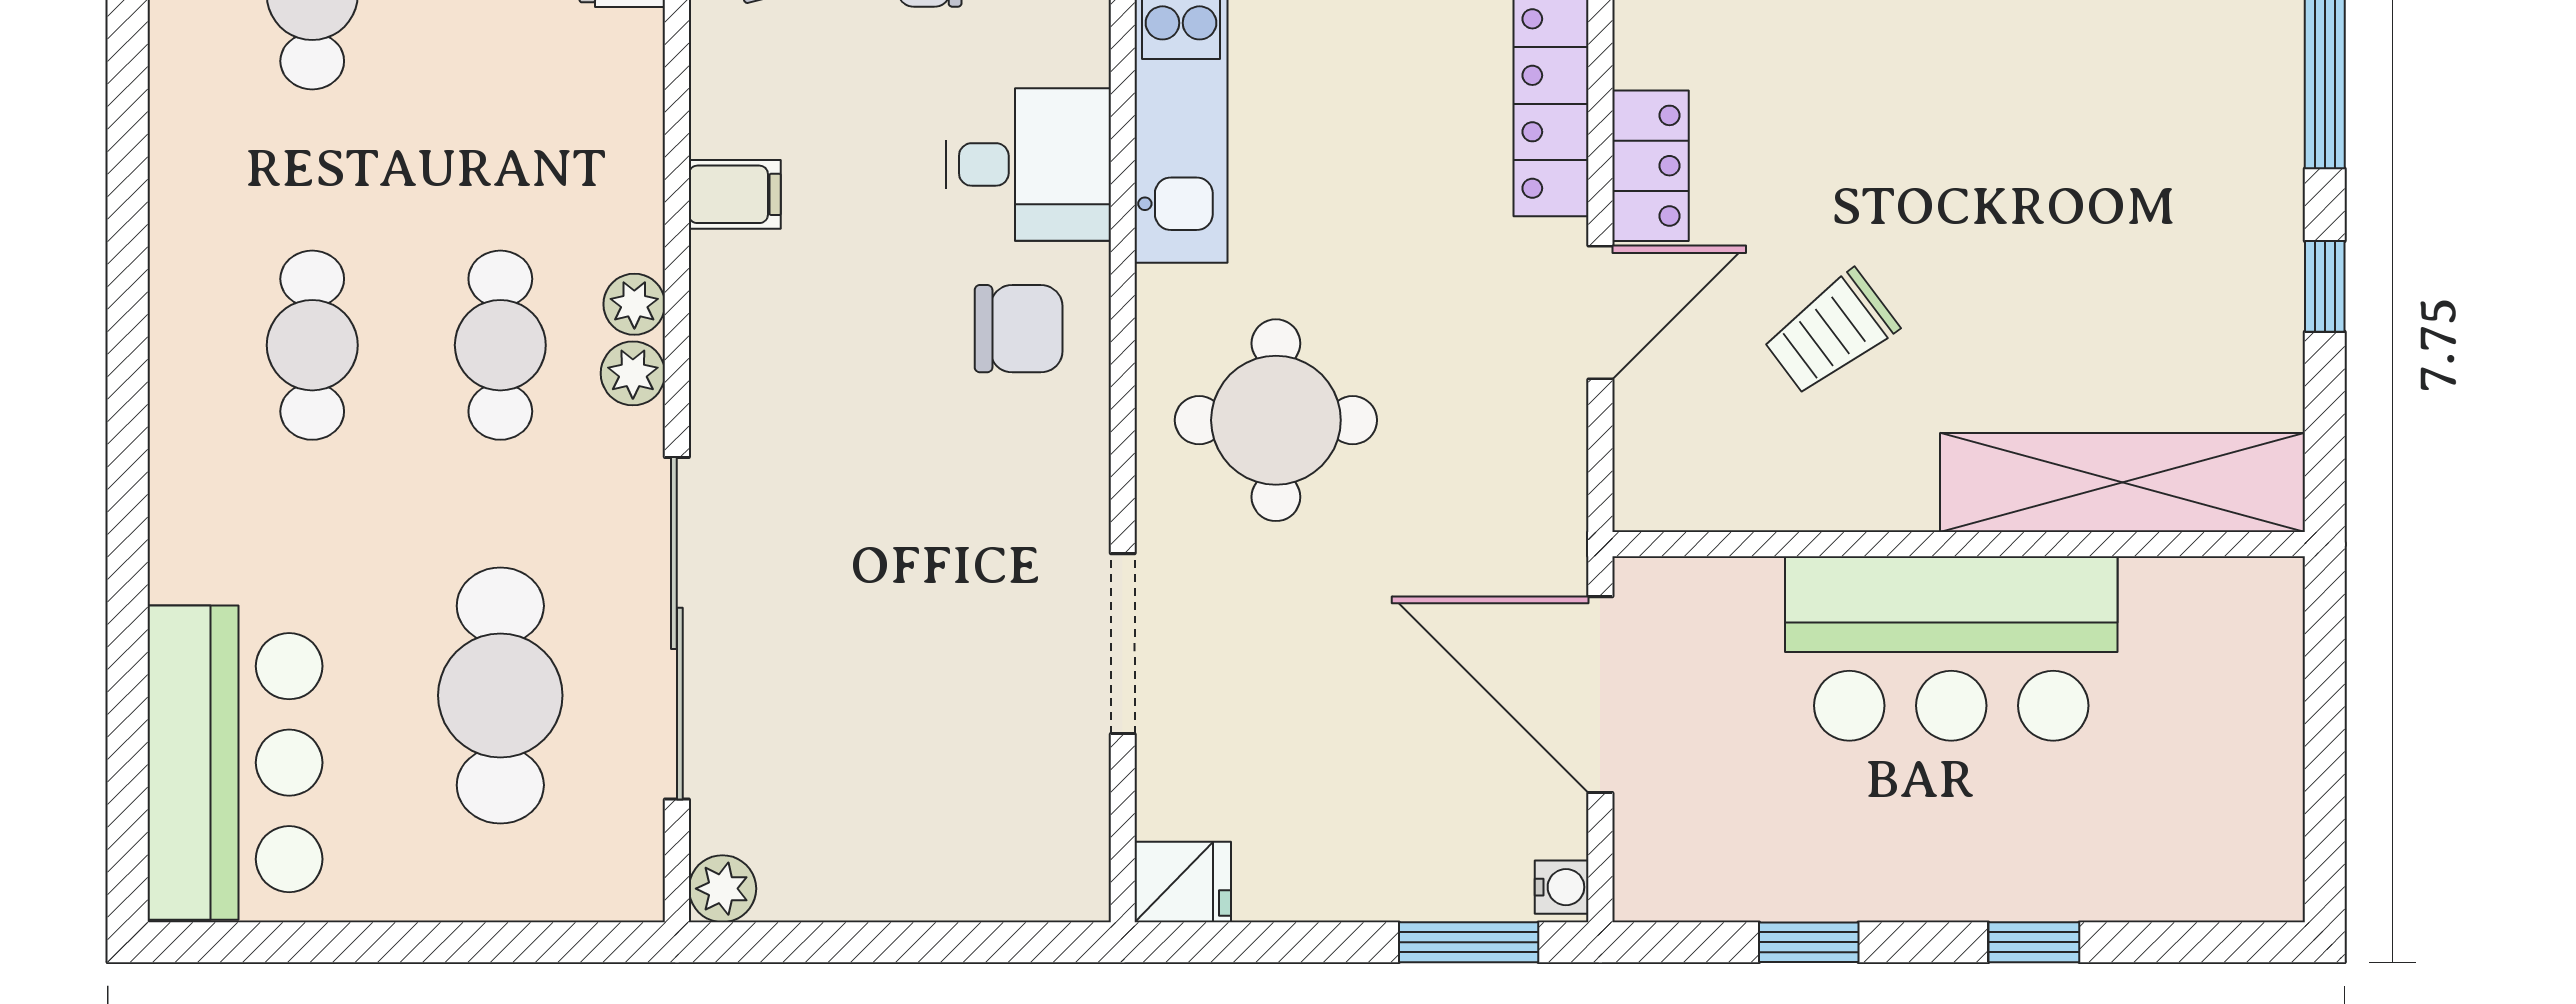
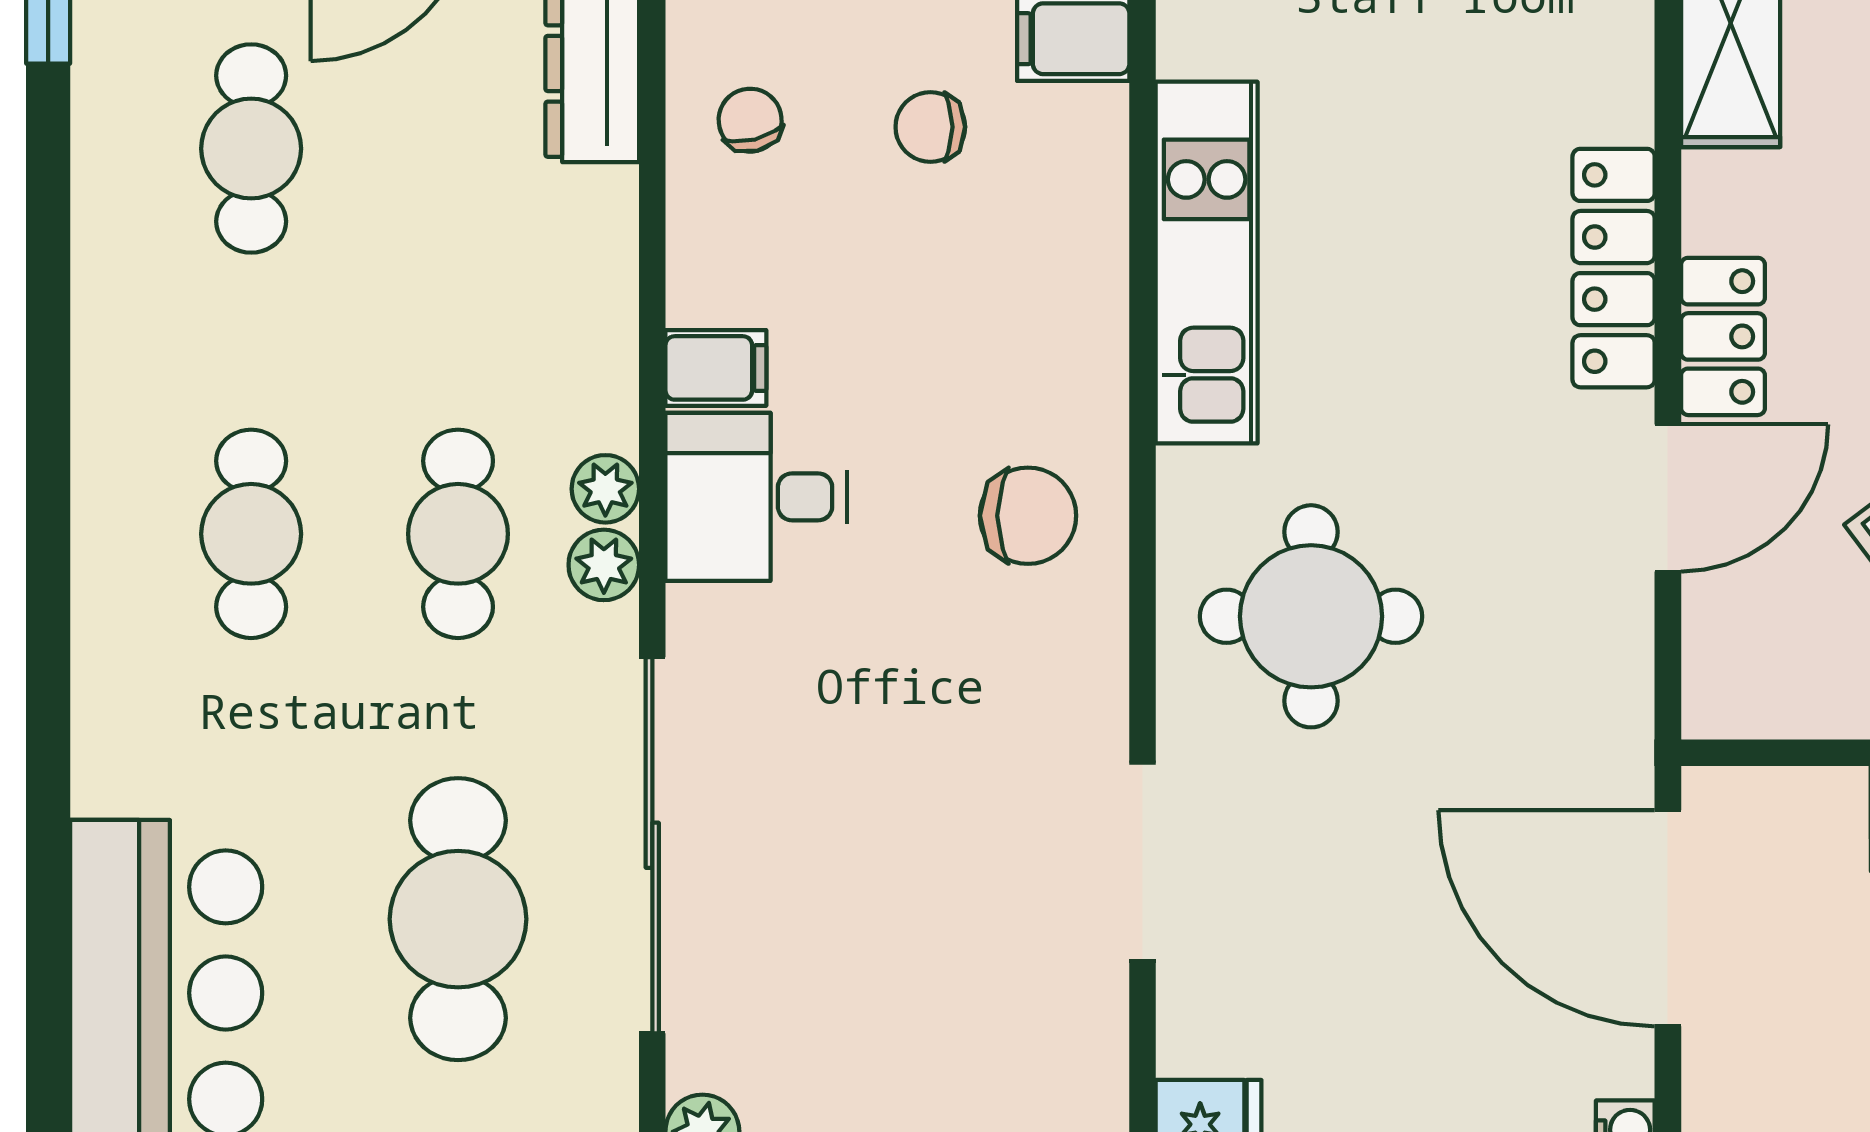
desk: (1028, 164) -> (756, 497), moved, turned 180

